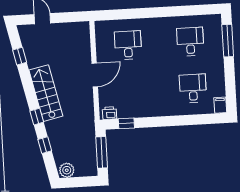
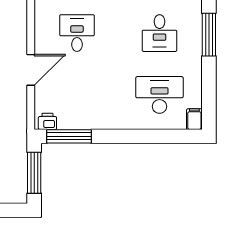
desk: (190, 42) -> (159, 33), turned 180
desk: (193, 88) -> (159, 95), width x1.37
window: (126, 123) -> (69, 136), width x2.17

